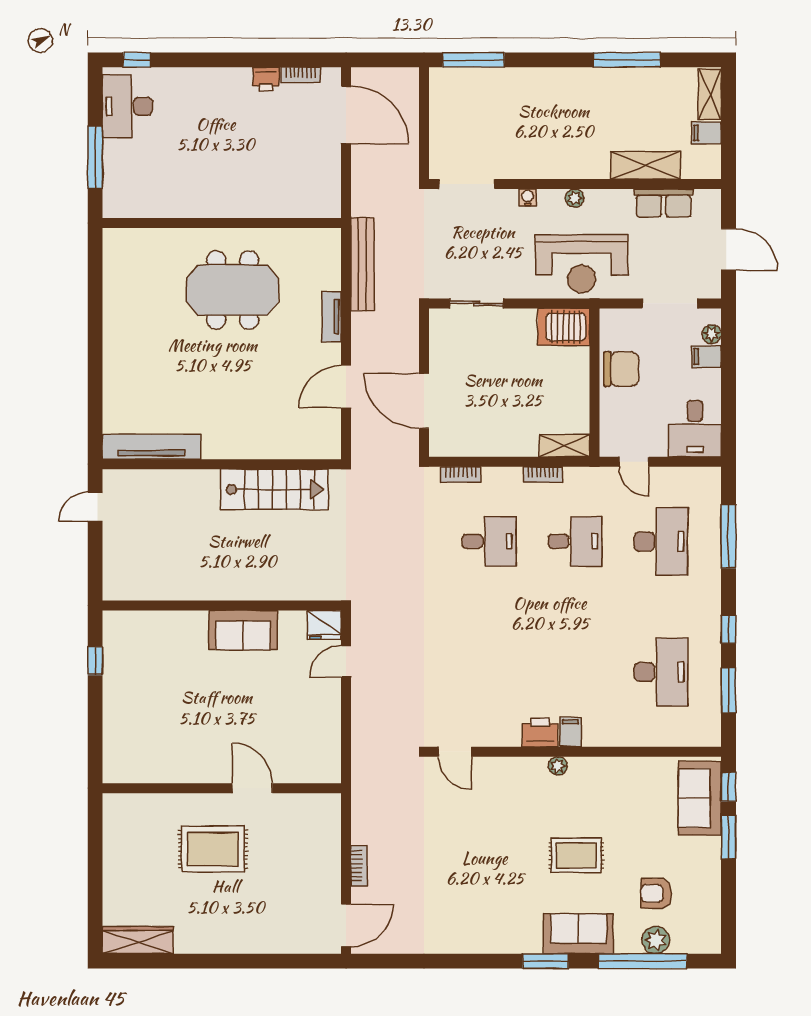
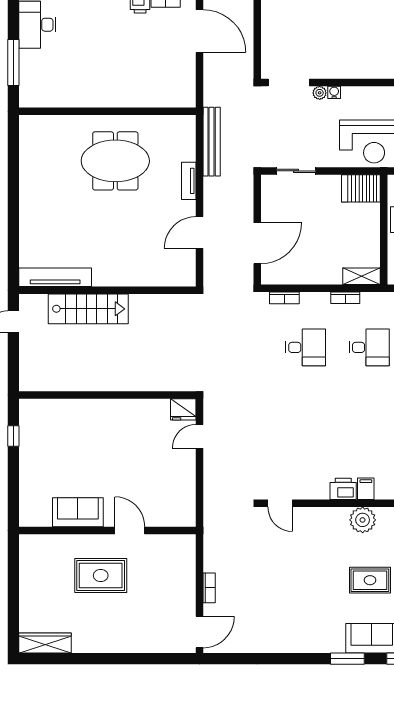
plant: (575, 198) -> (320, 93), moved
door: (424, 401) -> (257, 243), swing flipped
stairs: (274, 489) -> (88, 309), moved
sofa: (243, 630) -> (78, 512), moved, turned 180
plant: (558, 766) -> (363, 520), width x1.88, depth x1.88

